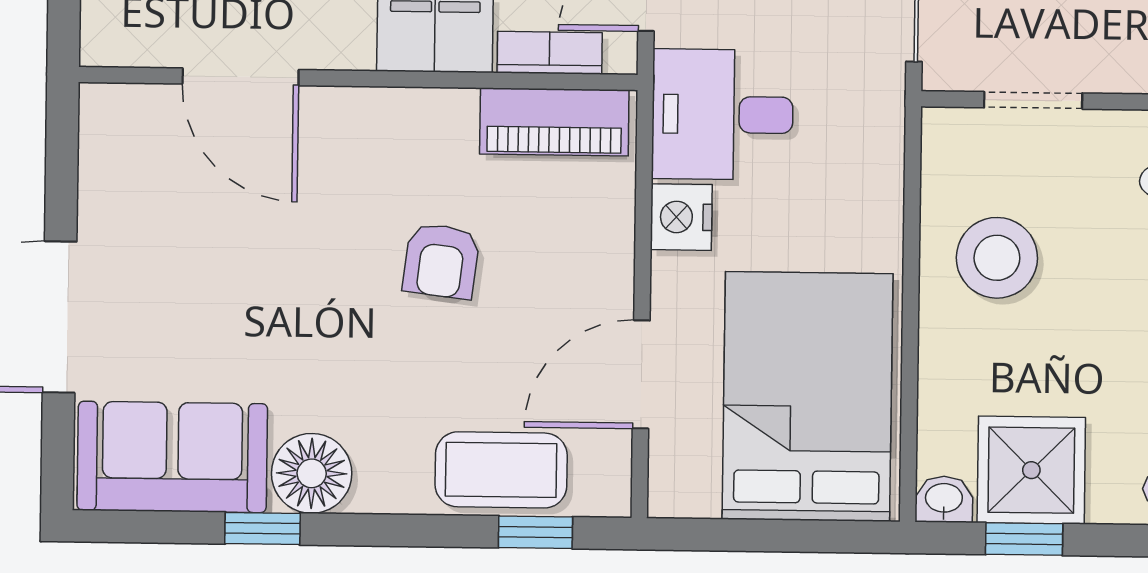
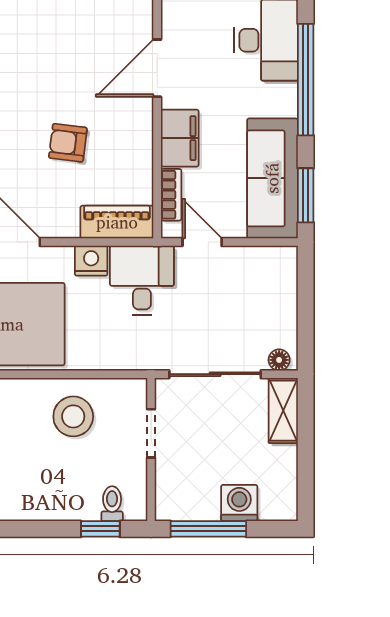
door: (241, 77) -> (157, 68), moved
piano: (554, 122) -> (117, 222), moved, turned 90

